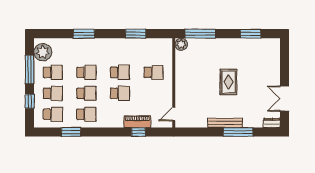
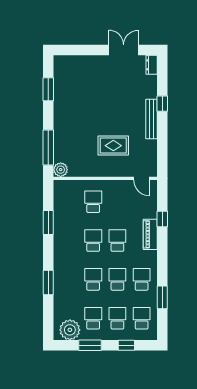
window: (30, 70) -> (90, 345), width x0.69
rug: (229, 82) -> (113, 146), moved
double door: (285, 99) -> (124, 50), swing flipped
piano: (137, 122) -> (150, 234), moved
window: (238, 132) -> (162, 104), width x0.46

